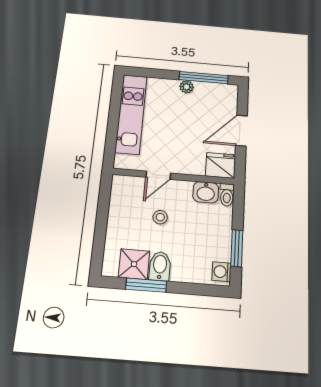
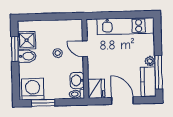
kitchen counter: (217, 93) -> (148, 82), added
washing machine: (221, 272) -> (33, 89), width x1.89, depth x1.89

